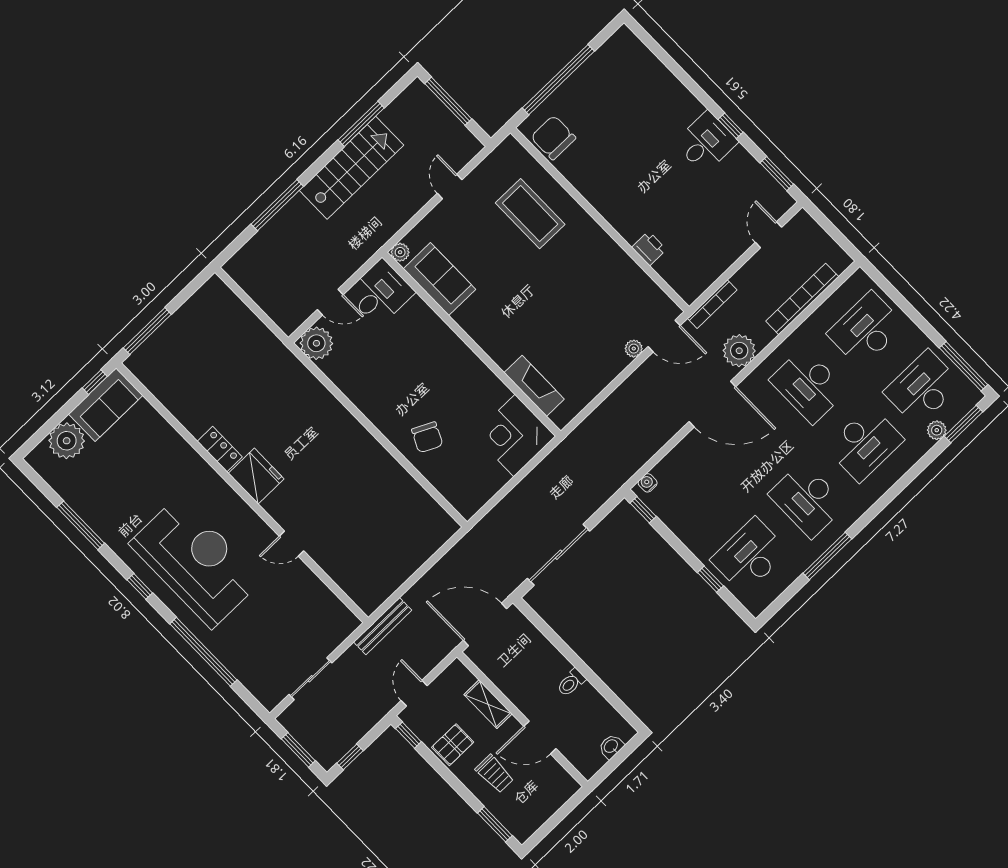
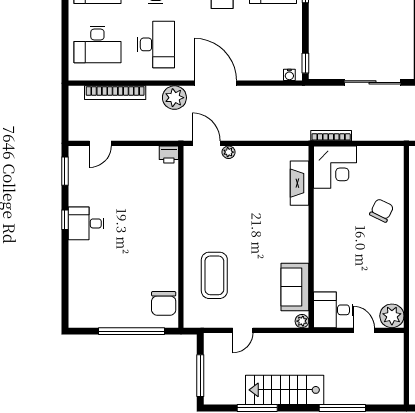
printer: (649, 248) -> (169, 154), moved, turned -90
bookcase: (712, 304) -> (331, 136), moved

